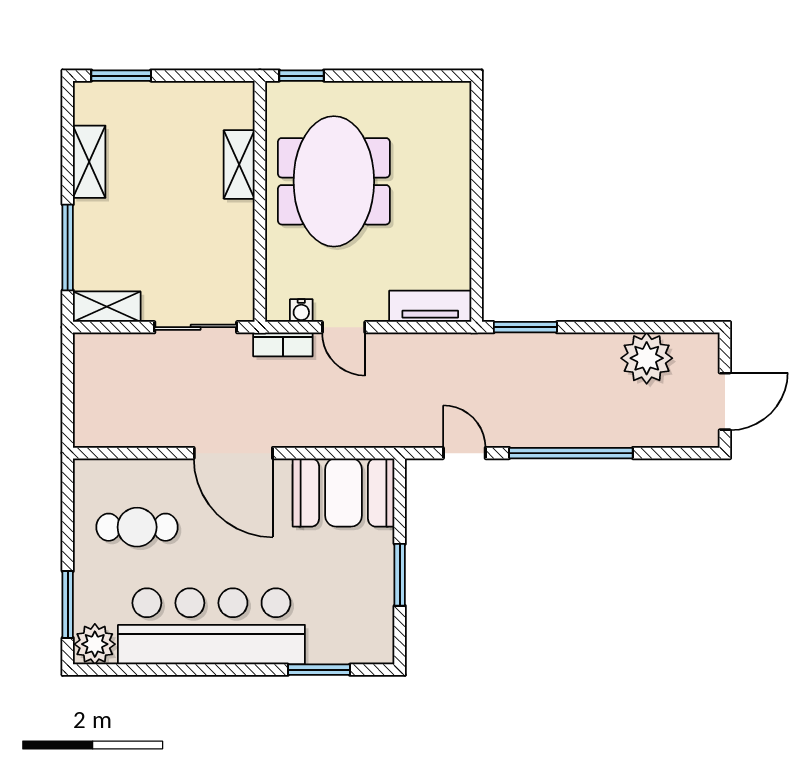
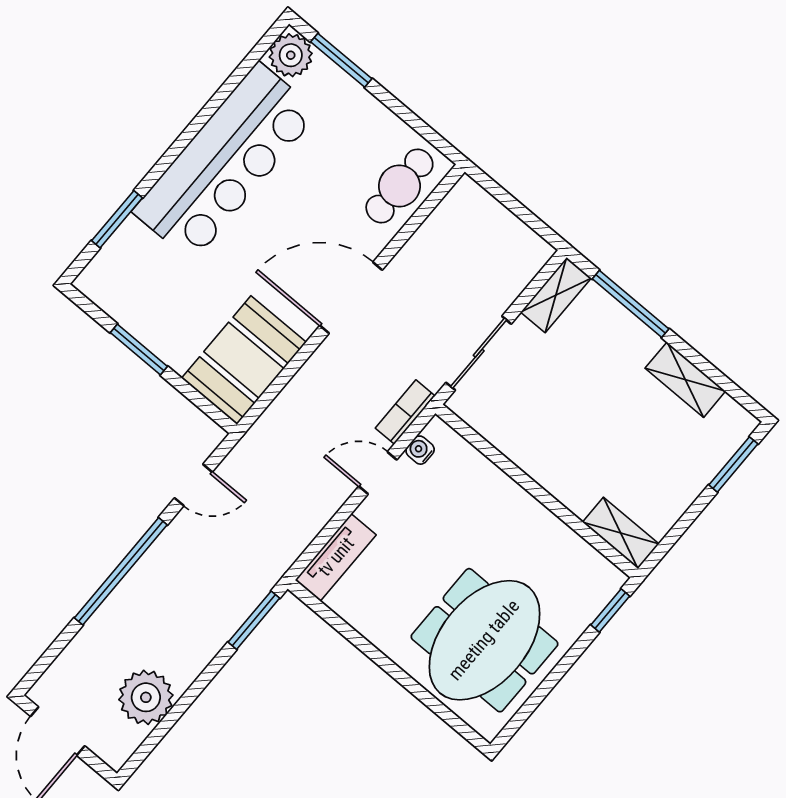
shelving: (239, 164) -> (621, 533), moved
meeting table: (334, 181) -> (484, 640), moved, turned 90
cafe table: (137, 527) -> (399, 186), moved

